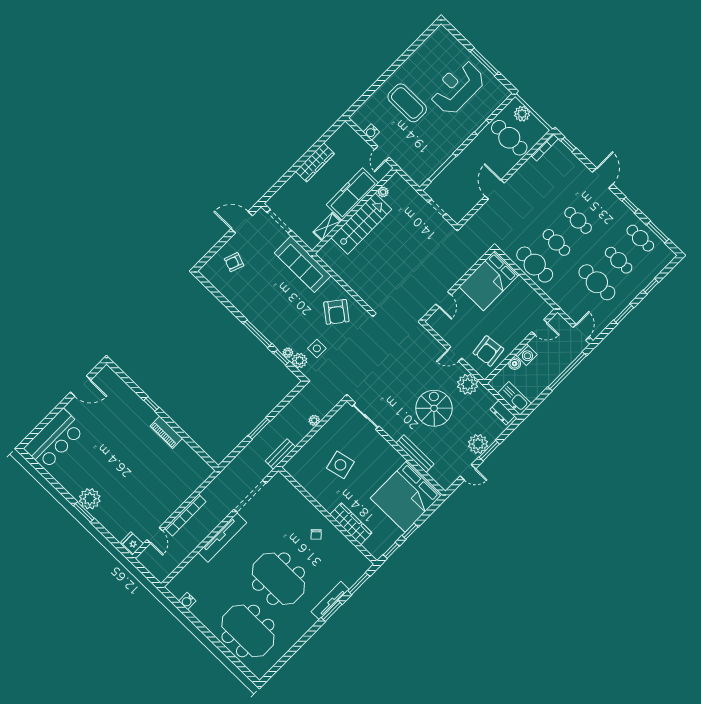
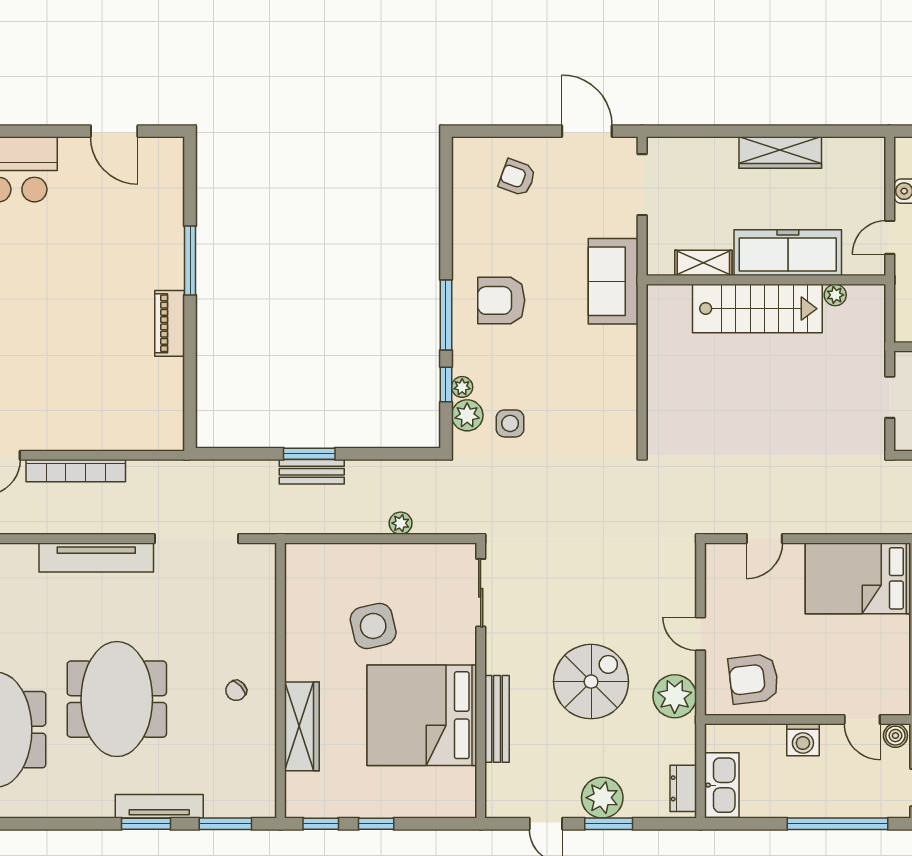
sofa: (303, 264) -> (613, 281), width x0.73
armchair: (336, 312) -> (501, 300), moved, turned 52
boiler: (515, 364) -> (895, 736), moved
window: (151, 404) -> (190, 261), width x2.17
bench: (280, 454) -> (312, 472), moved
bed: (406, 496) -> (422, 715), moved

